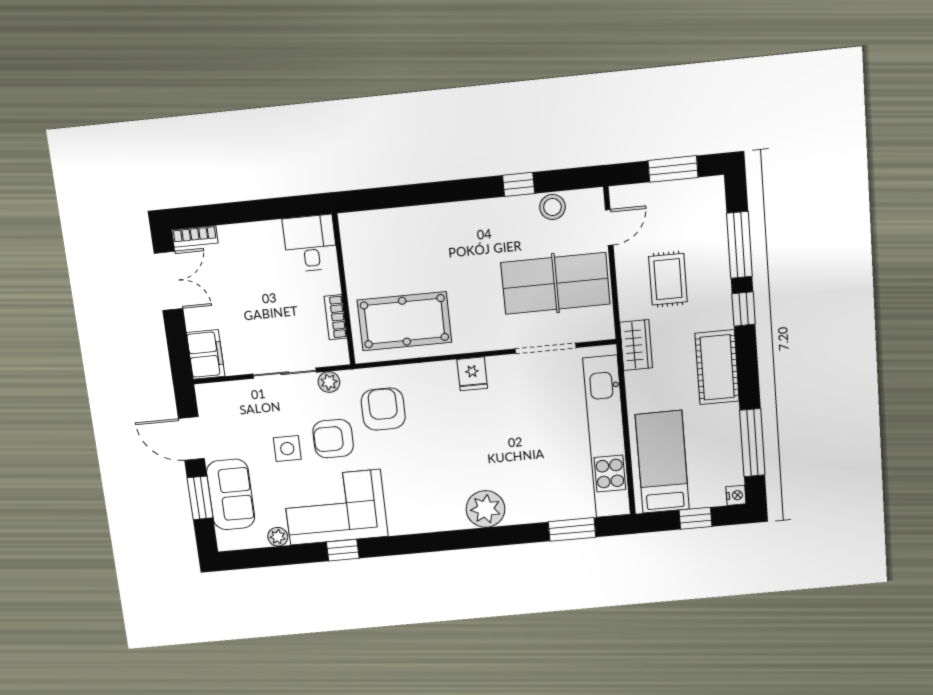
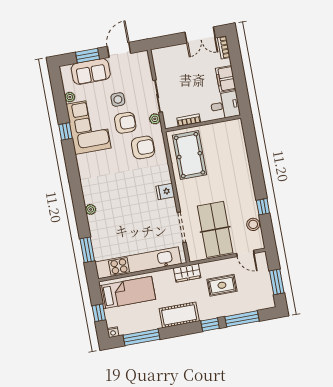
filing cabinet: (206, 354) -> (226, 79), moved, turned 90
armchair: (333, 439) -> (125, 123), turned 90
plant: (486, 509) -> (91, 209), width x0.53, depth x0.53

